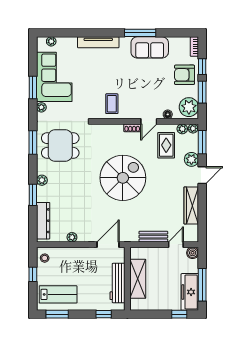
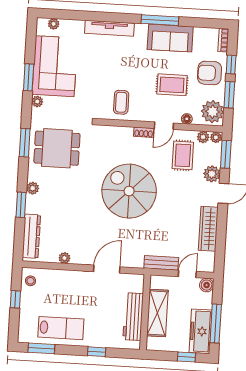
rug: (154, 87) -> (172, 85), added
spiral stairs: (123, 178) -> (129, 191), turned -90
wall: (127, 279) -> (145, 312), moved
shelving: (138, 279) -> (157, 313), moved
workbench: (118, 283) -> (133, 317), moved
lab bench: (58, 294) -> (61, 328), moved

